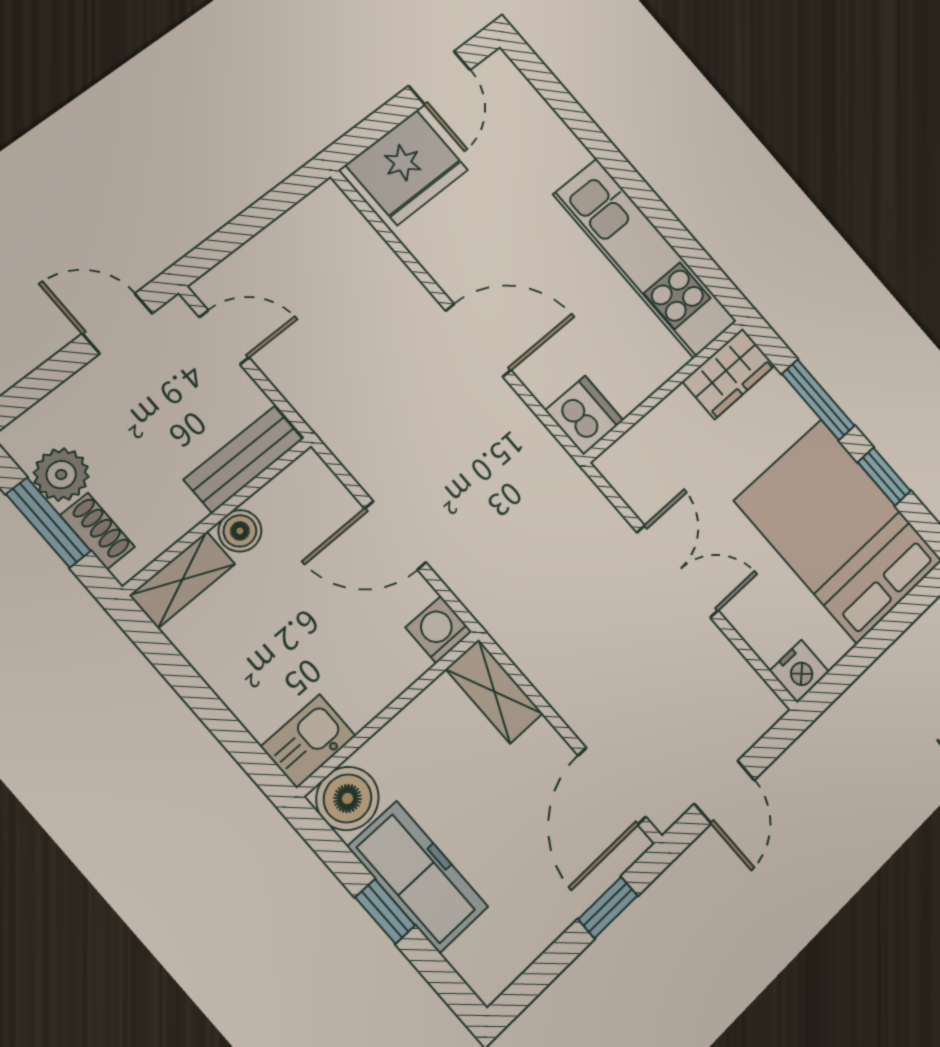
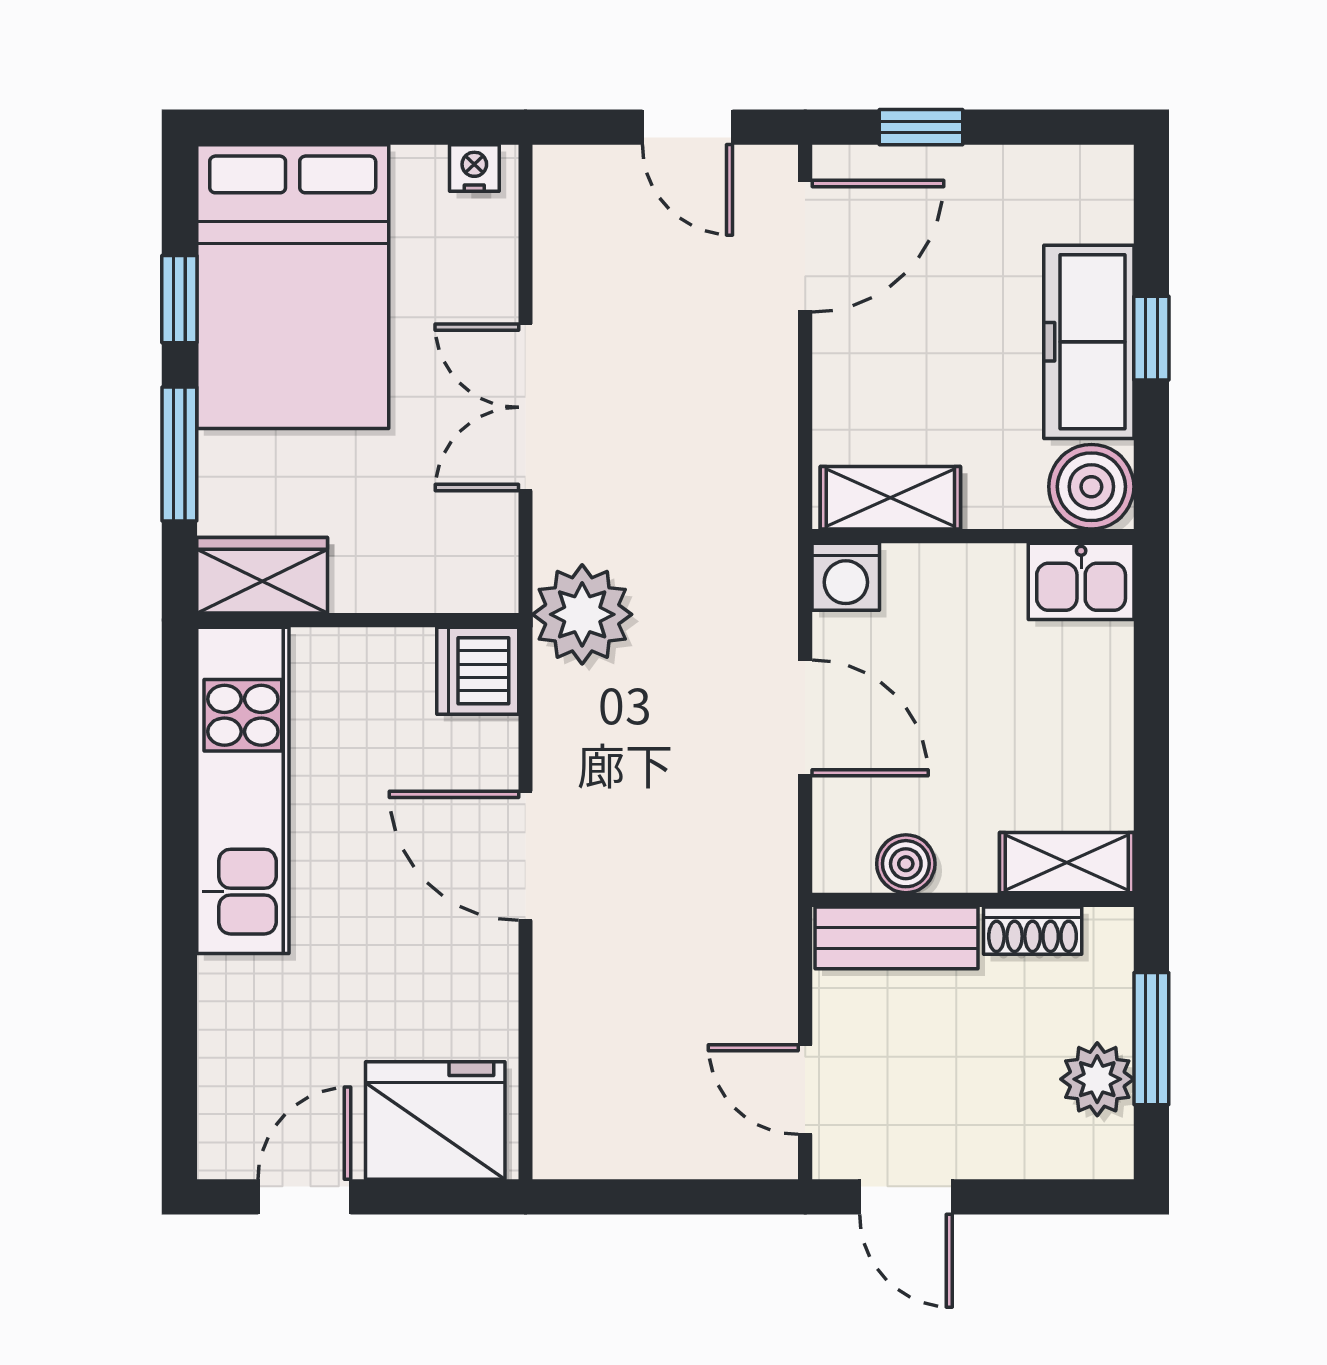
plant: (558, 490) -> (582, 614), added
shoe rack: (97, 531) -> (1033, 931), moved, turned -90
boiler: (240, 531) -> (906, 864), moved
nightstand: (799, 671) -> (474, 168), width x0.72, depth x0.74
shelving: (494, 691) -> (890, 498), moved, turned 90
door: (725, 792) -> (688, 127), swing flipped

